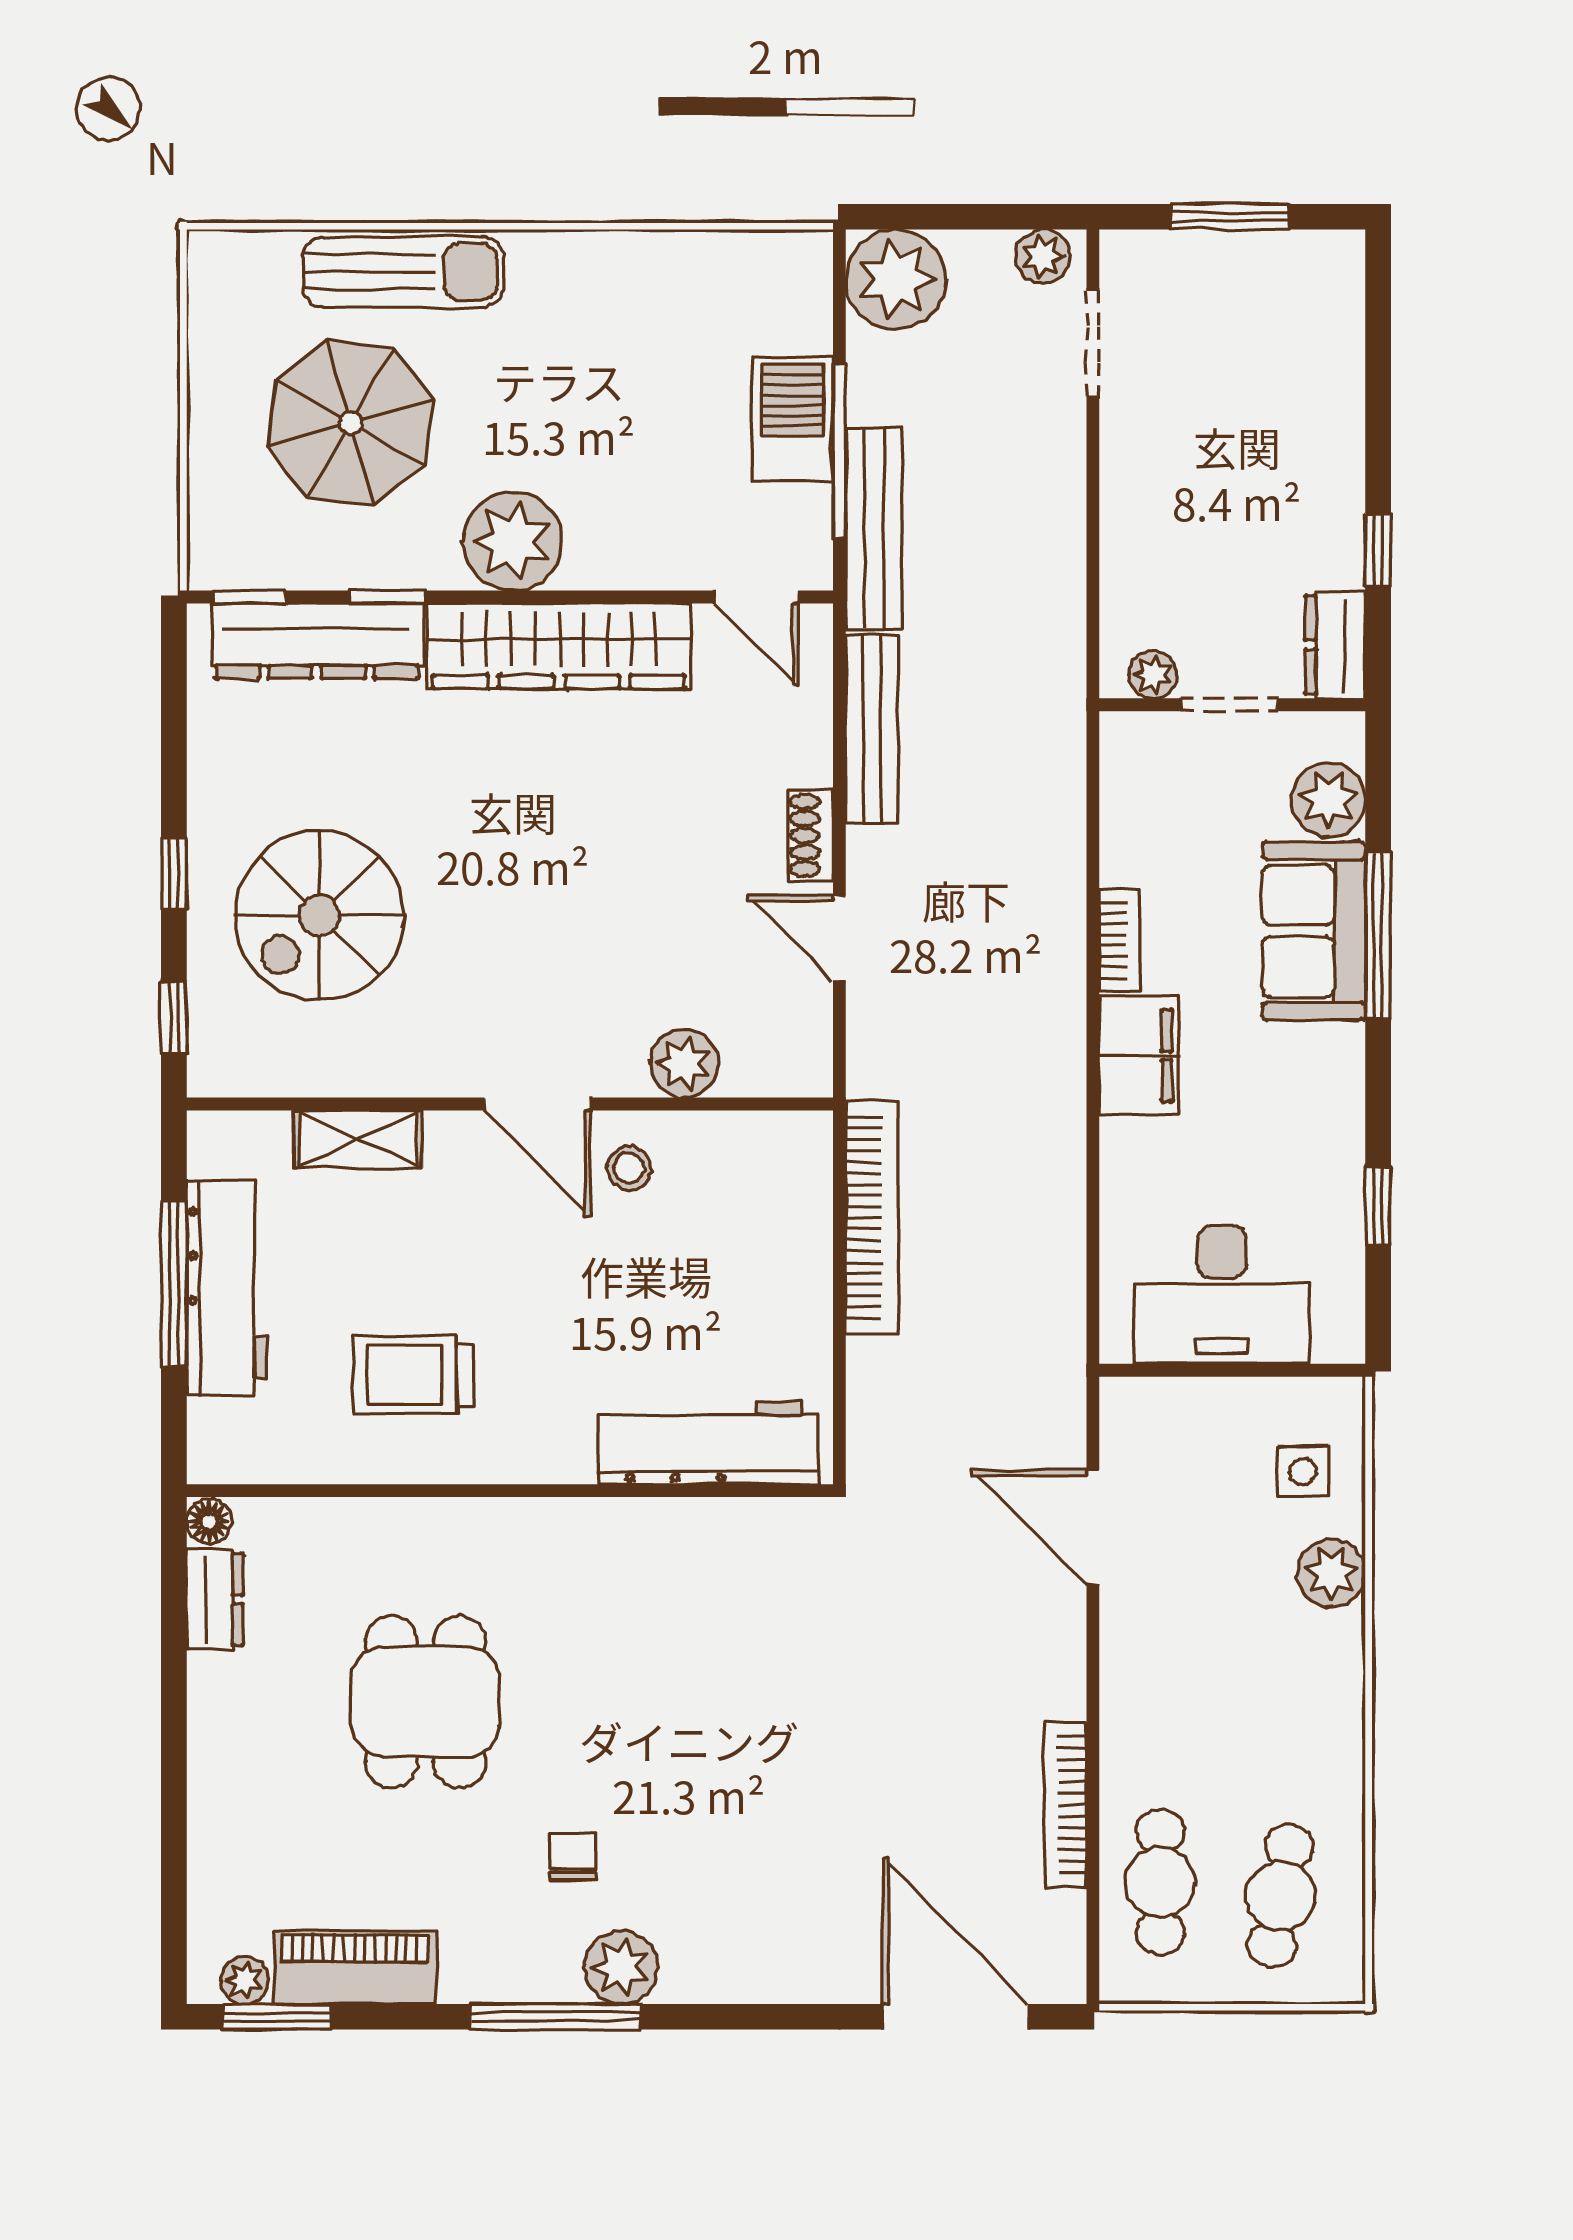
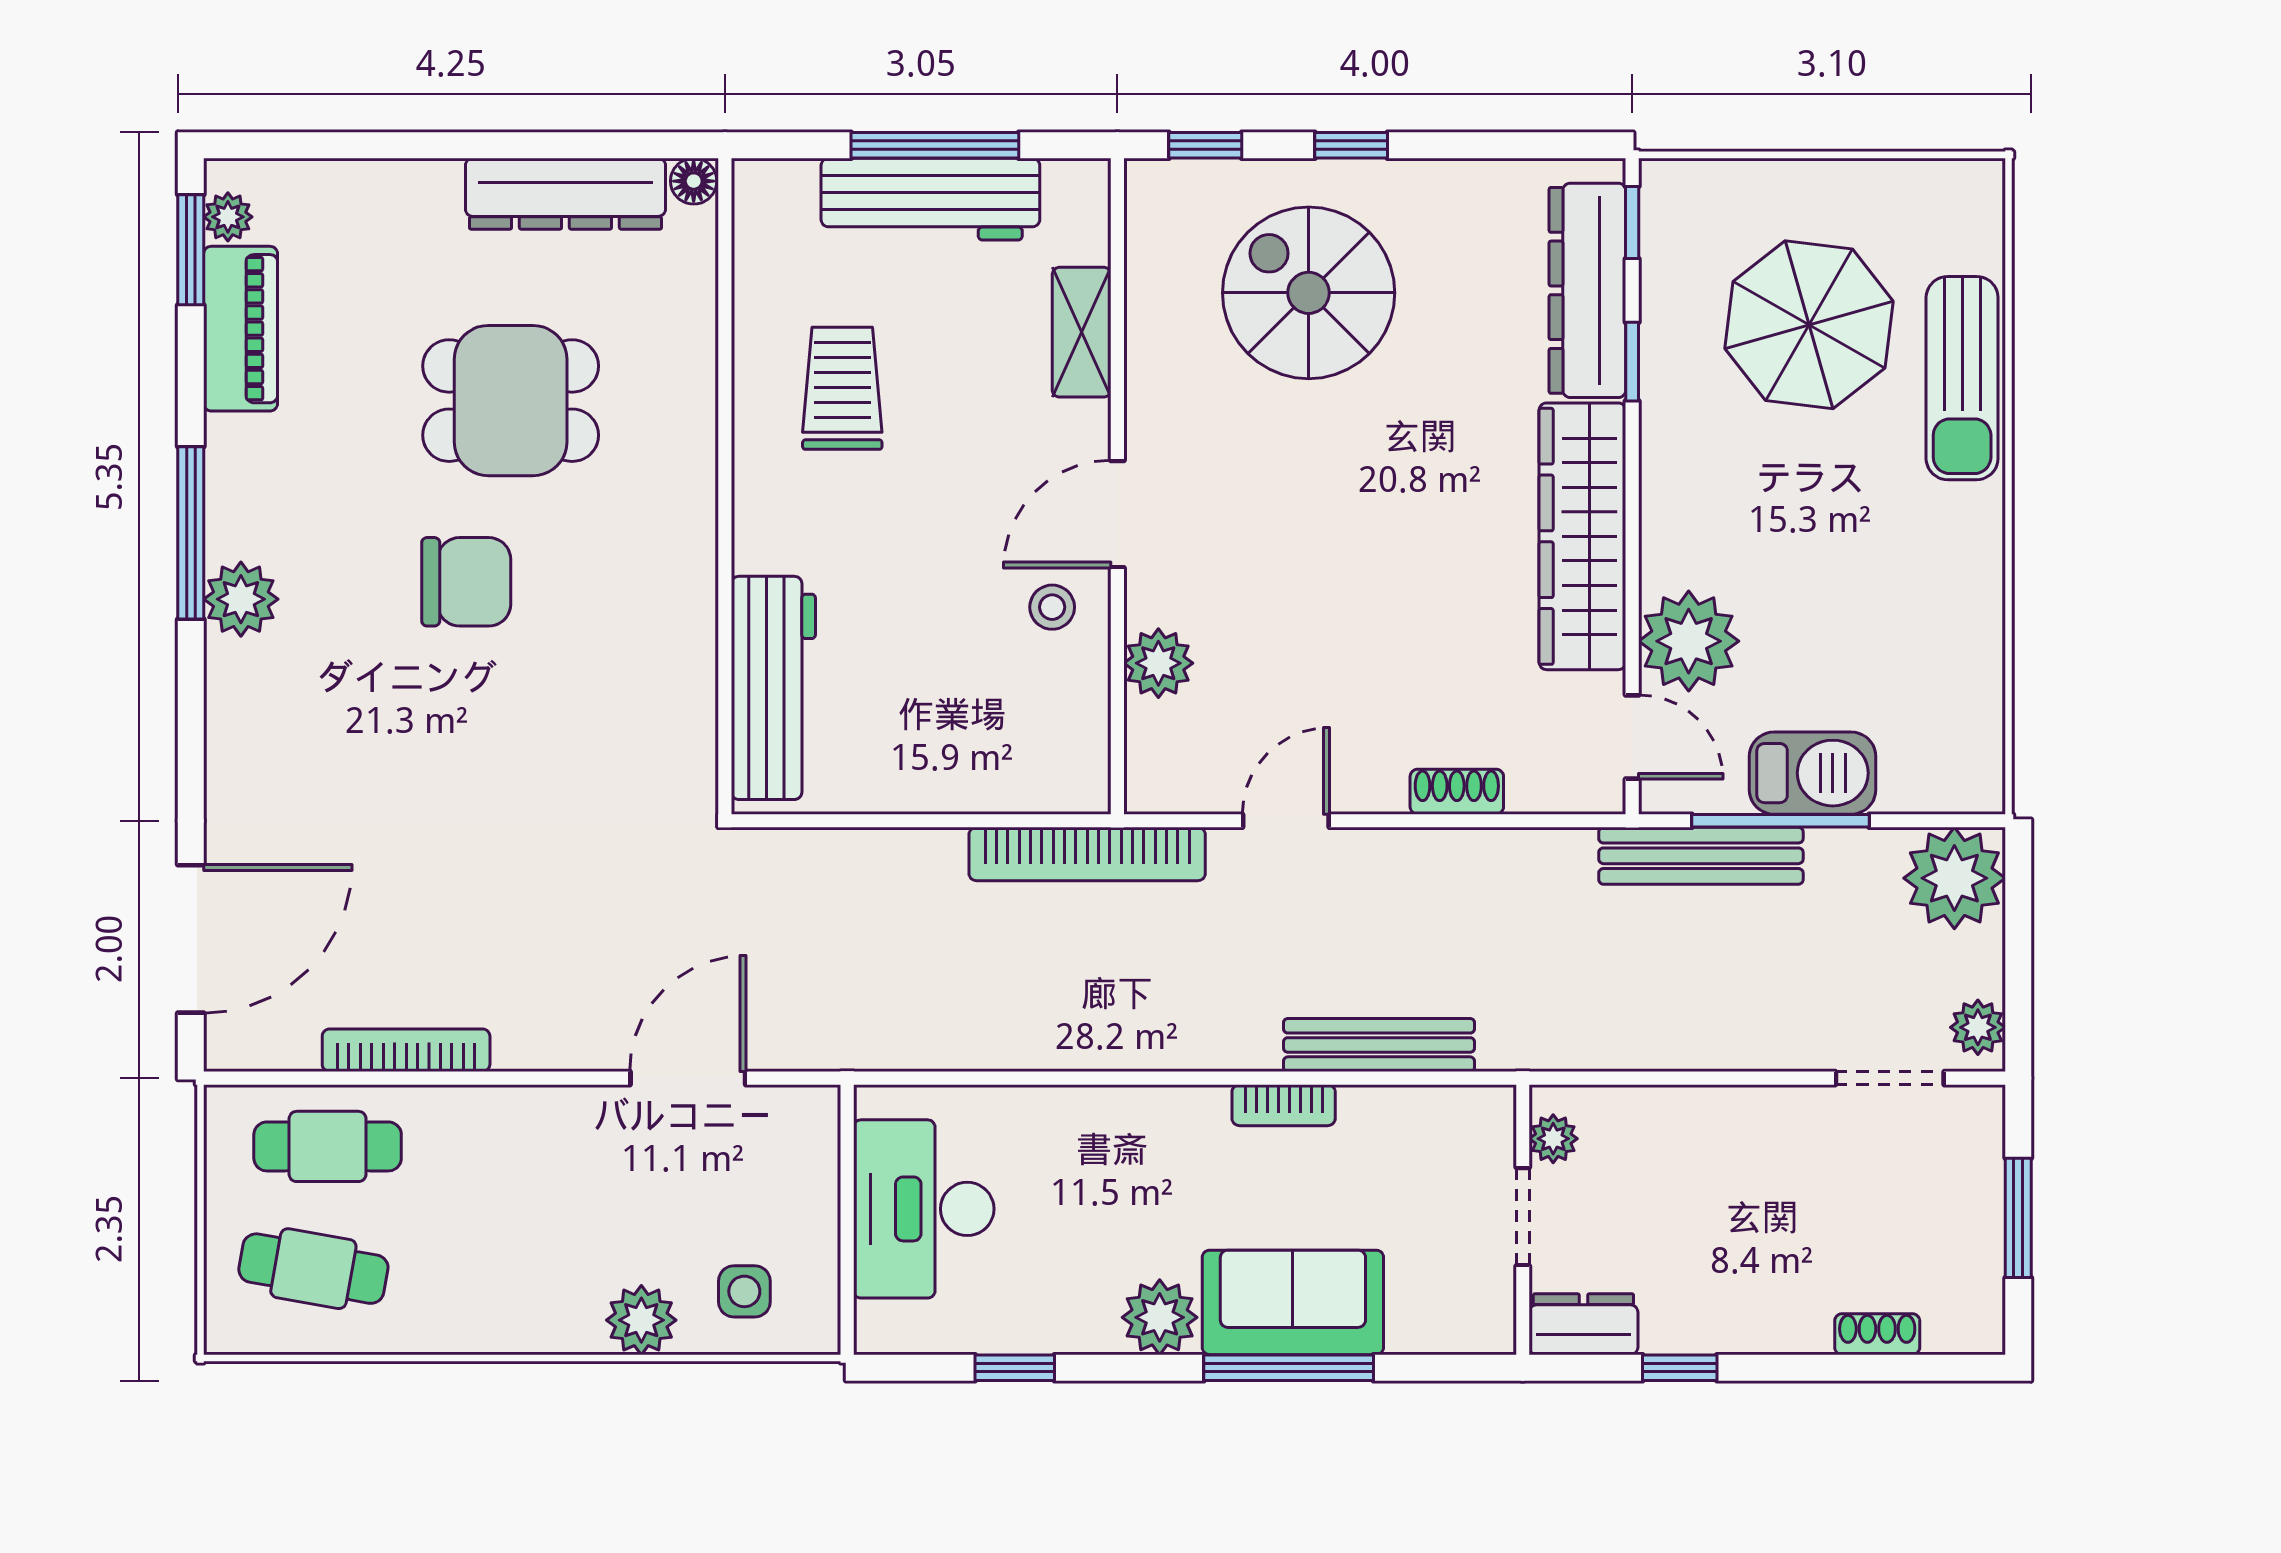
shoe rack: (1345, 356) -> (1877, 1334), added
plant: (512, 541) -> (1689, 641), moved
door: (757, 597) -> (1632, 737), swing flipped
bench: (872, 729) -> (1379, 1045), moved
plant: (1328, 800) -> (1160, 1317), moved
shoe rack: (811, 835) -> (1457, 792), moved
filing cabinet: (1139, 1056) -> (1166, 1125), removed
bookcase: (872, 1218) -> (1087, 854), moved
dresser: (215, 1599) -> (565, 194), width x1.96, depth x1.24
chair: (573, 1857) -> (466, 582), moved, width x1.87, depth x1.87

